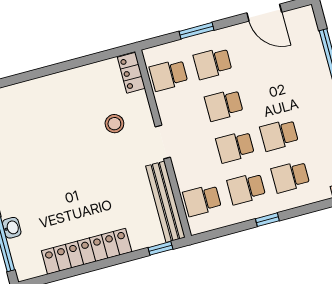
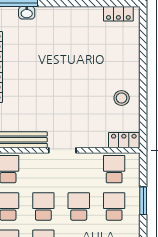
stool: (114, 124) -> (122, 98), moved

